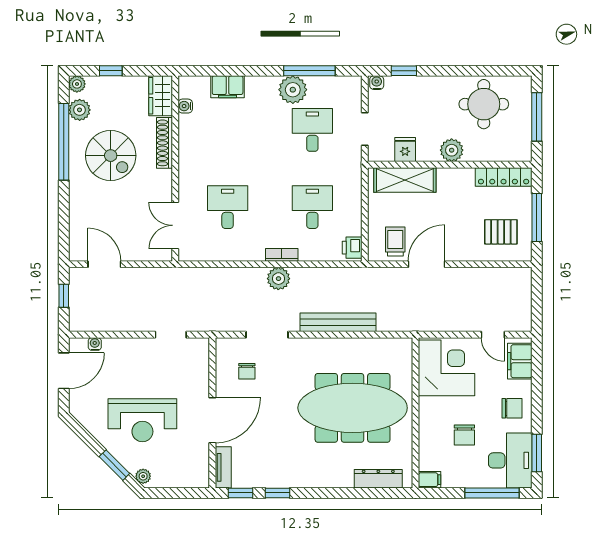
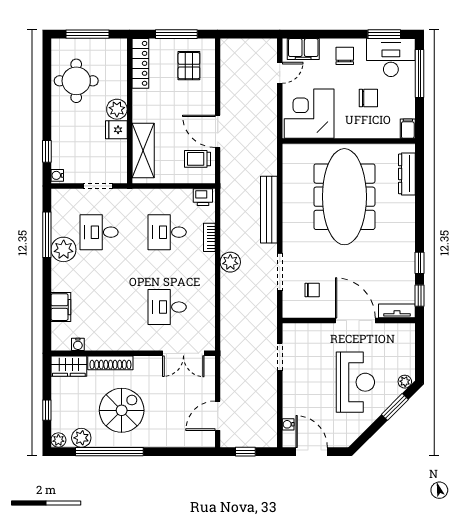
fridge: (405, 149) -> (116, 130), moved
bookcase: (282, 255) -> (209, 237), moved

